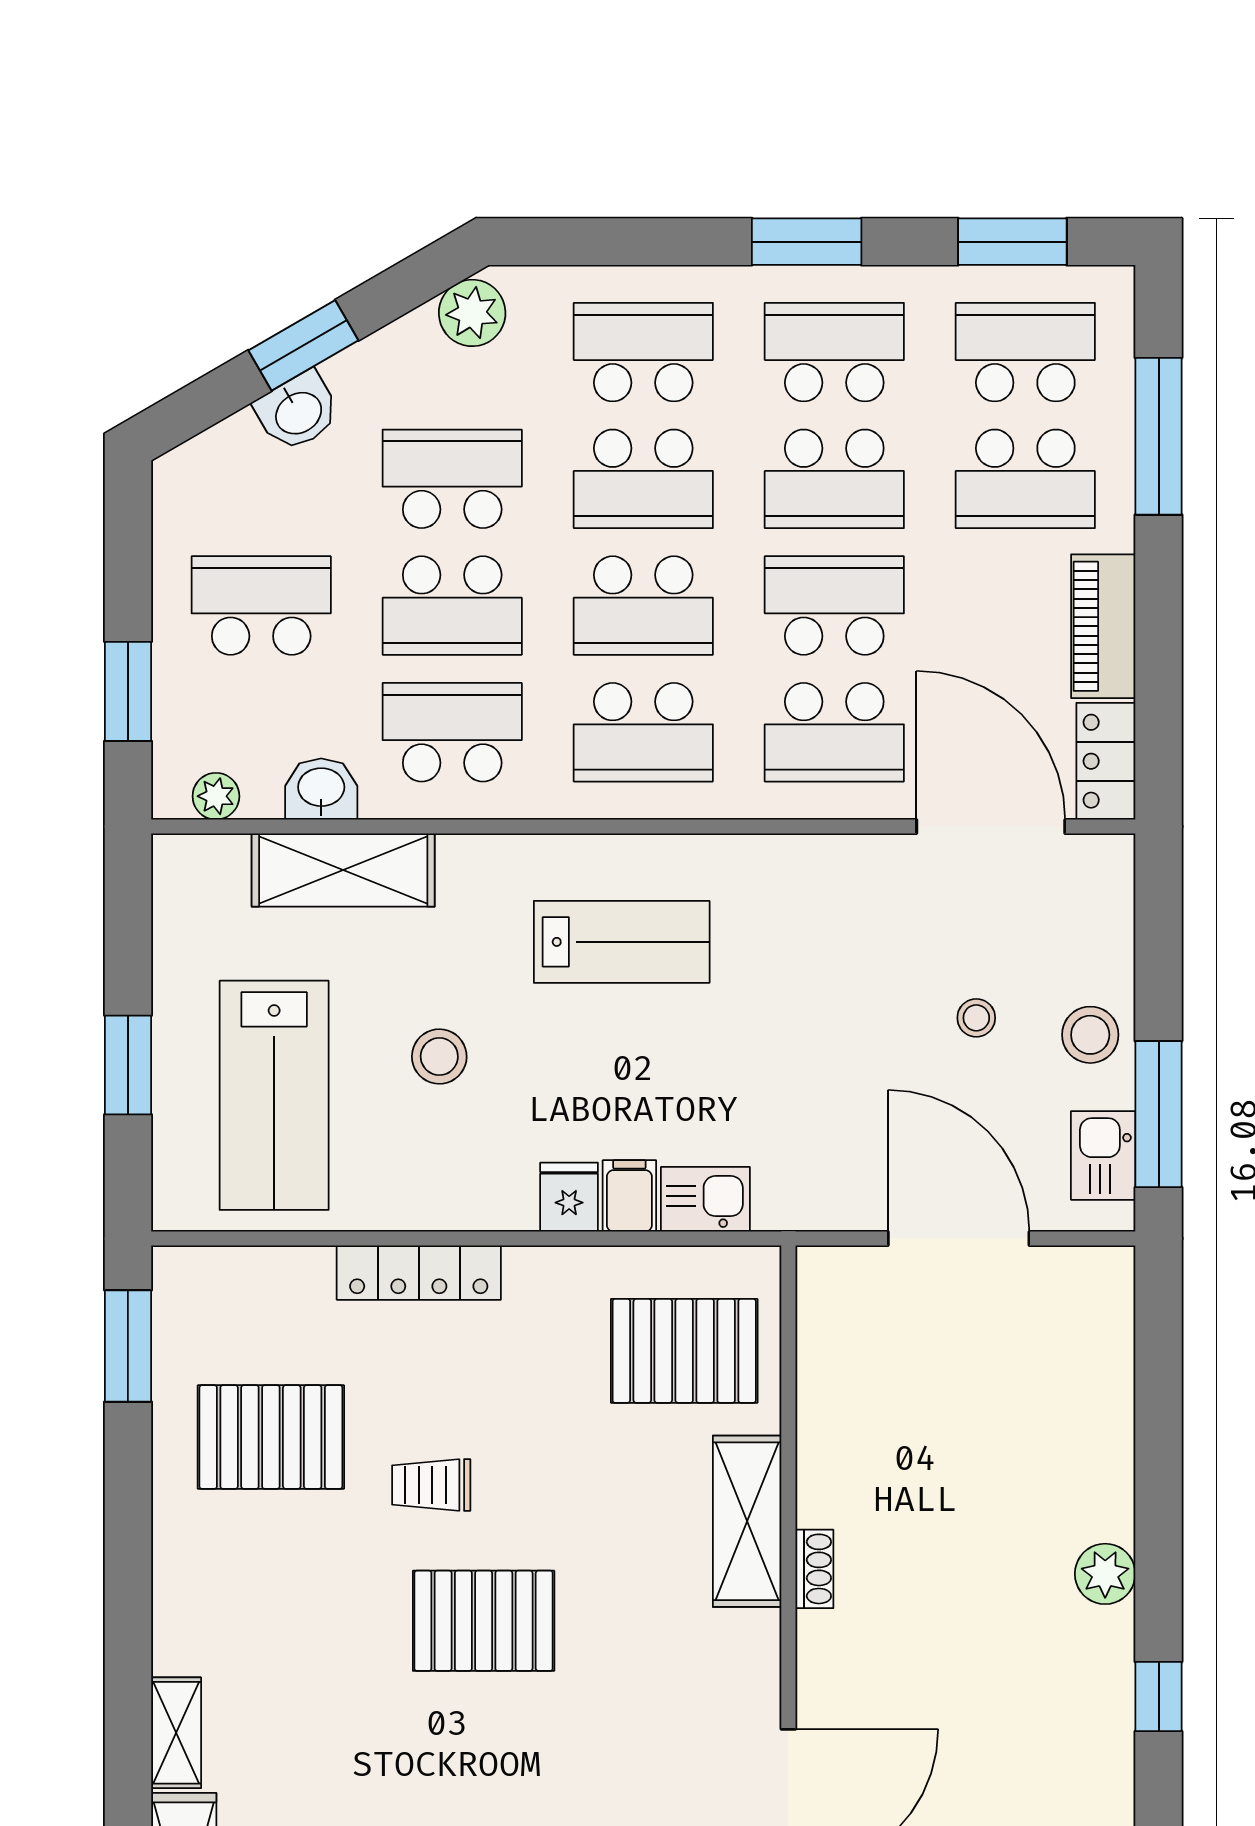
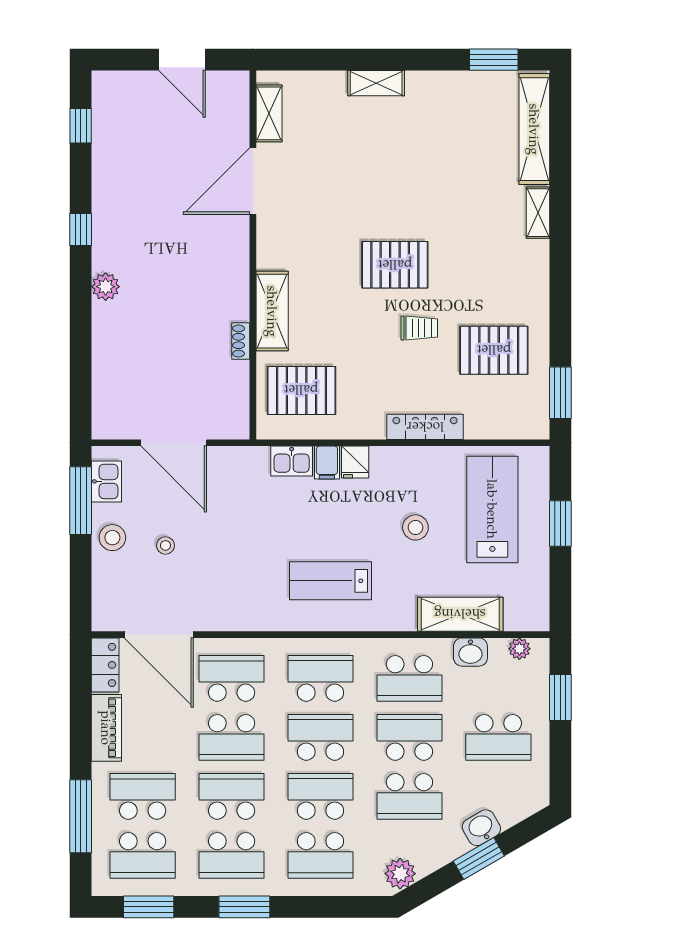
shoe rack: (814, 1569) -> (241, 341), moved

